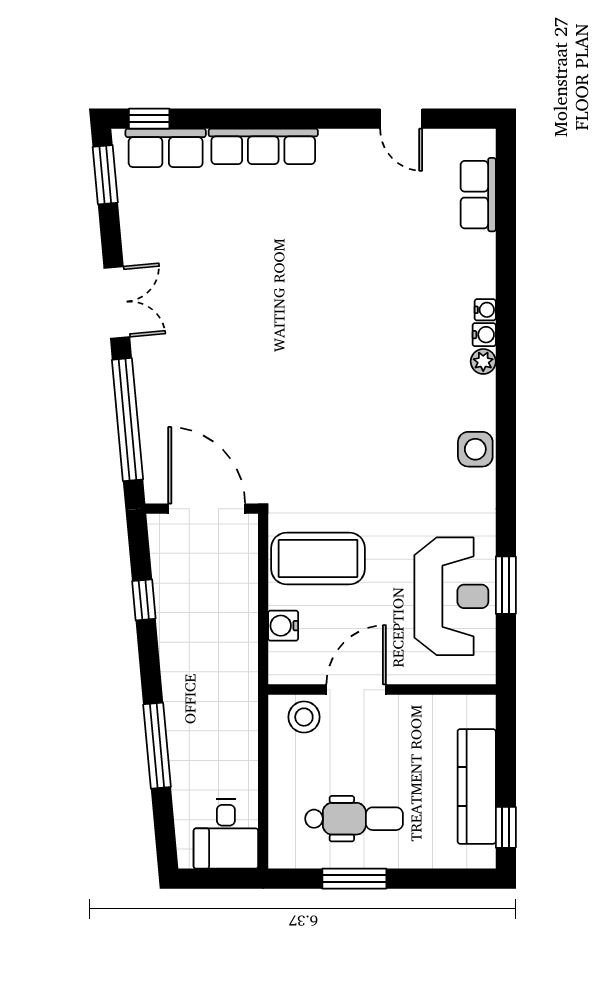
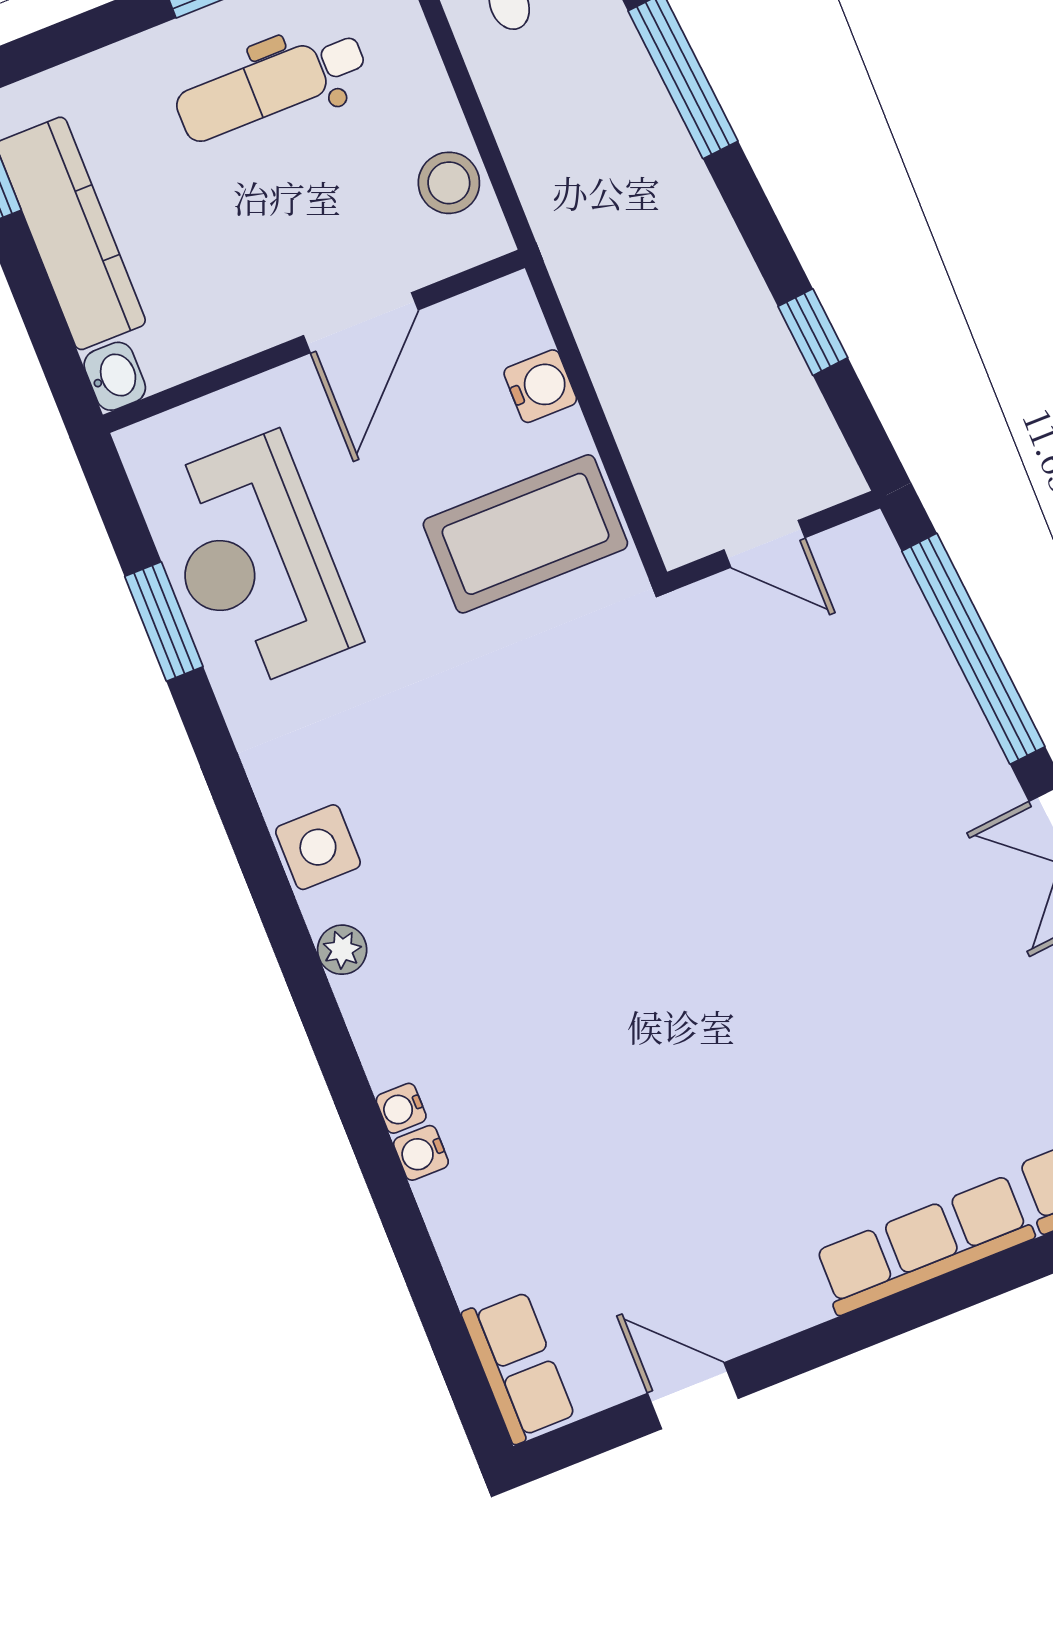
row of seats: (478, 195) -> (519, 1366), moved
water cooler: (484, 335) -> (421, 1153), moved
plant: (483, 361) -> (342, 950), moved
door: (207, 509) -> (765, 544), width x0.53
washbasin: (483, 710) -> (115, 376), added
stool: (304, 717) -> (449, 183), moved

